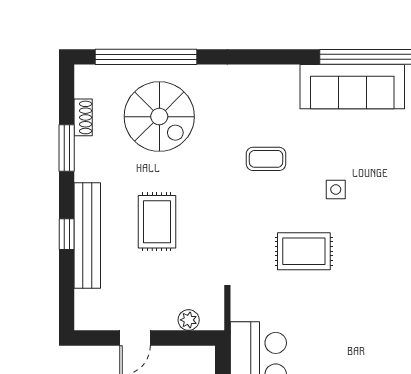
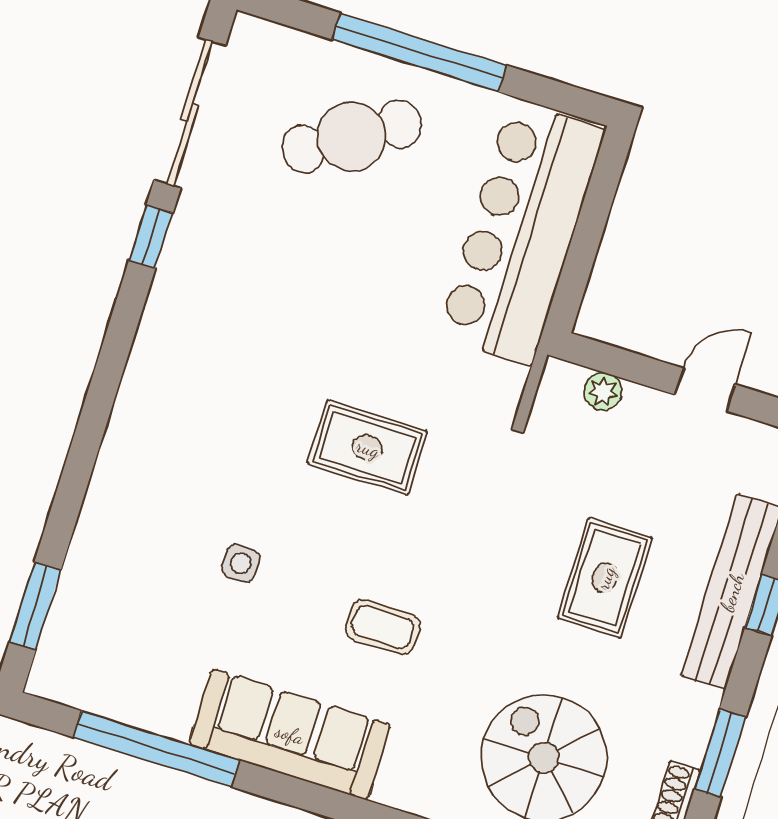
sofa: (352, 87) -> (290, 734), moved
side table: (336, 189) -> (241, 563), moved

